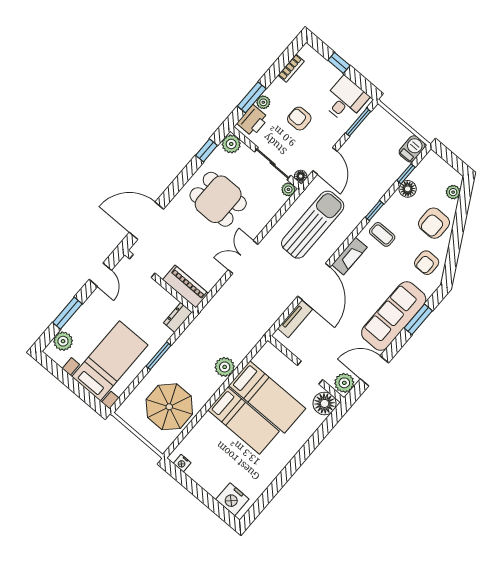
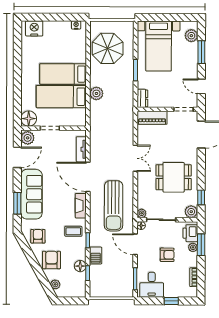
barbecue: (412, 149) -> (96, 255), moved

